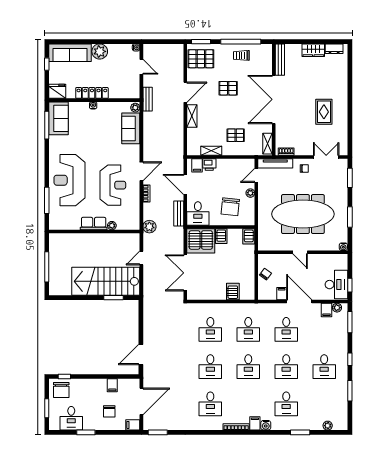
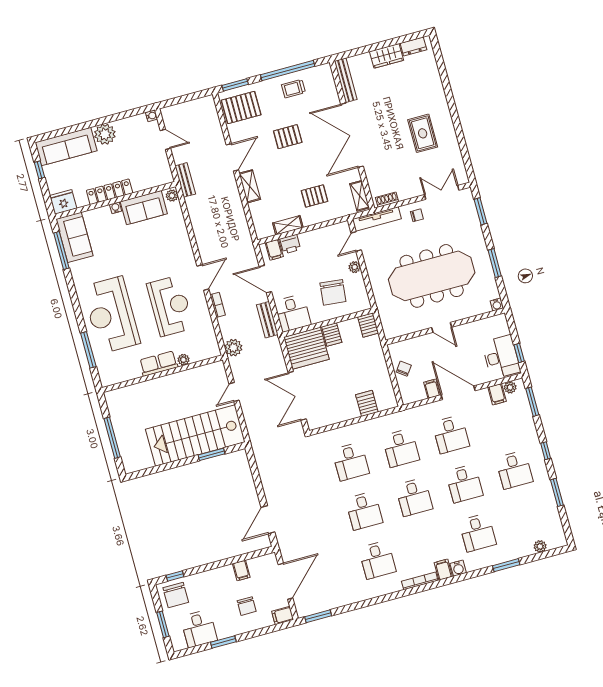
sofa: (131, 128) -> (144, 208), moved, turned -90

